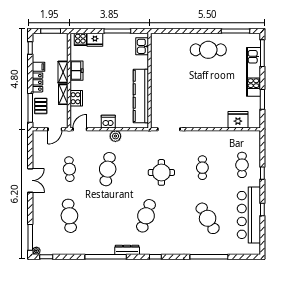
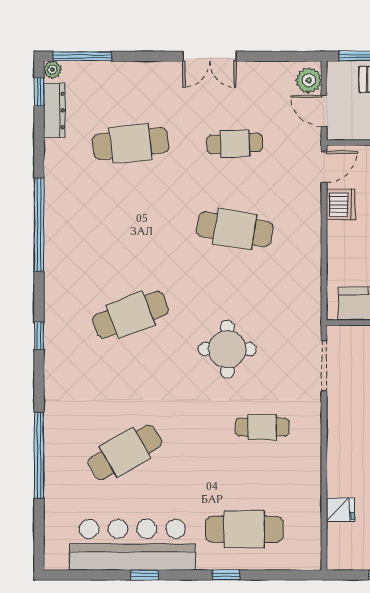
fridge: (238, 120) -> (340, 510), width x0.53, depth x0.75
dishwasher: (108, 122) -> (341, 204), moved
door: (80, 129) -> (324, 167), hinge flipped
plant: (115, 136) -> (309, 80), moved
cafe table: (242, 165) -> (244, 529), width x1.37, depth x1.35
cafe table: (202, 168) -> (262, 427), moved
cafe table: (146, 216) -> (131, 315), turned -39
dresser: (127, 250) -> (54, 110), moved

